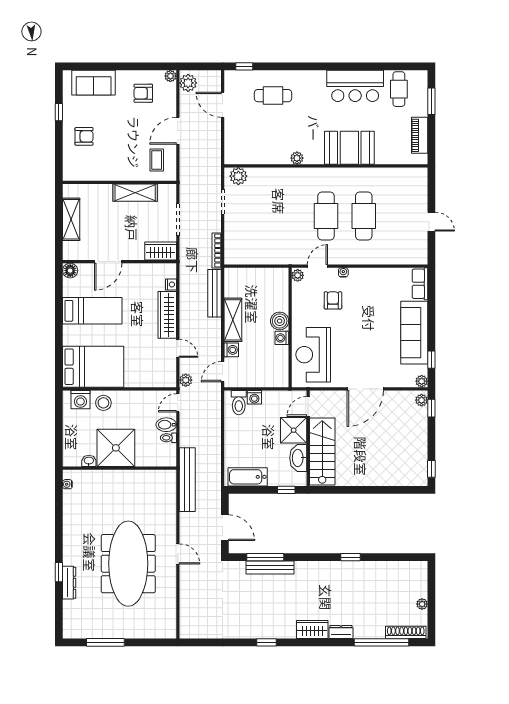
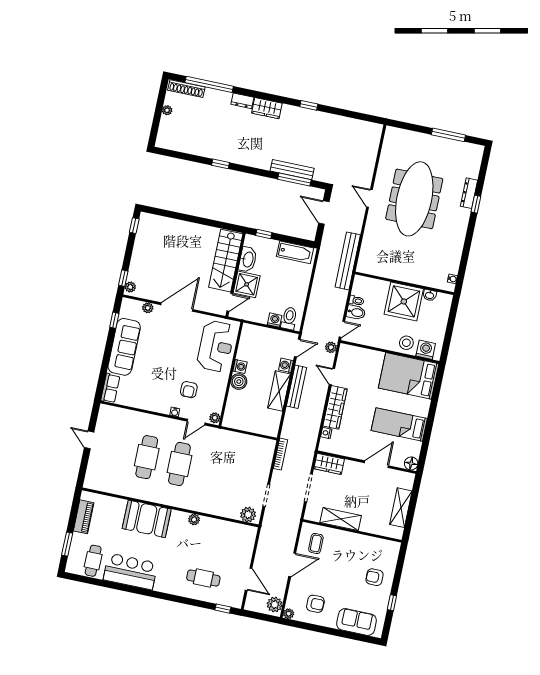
bench: (215, 293) -> (297, 387), moved
plant: (422, 381) -> (148, 308), moved

